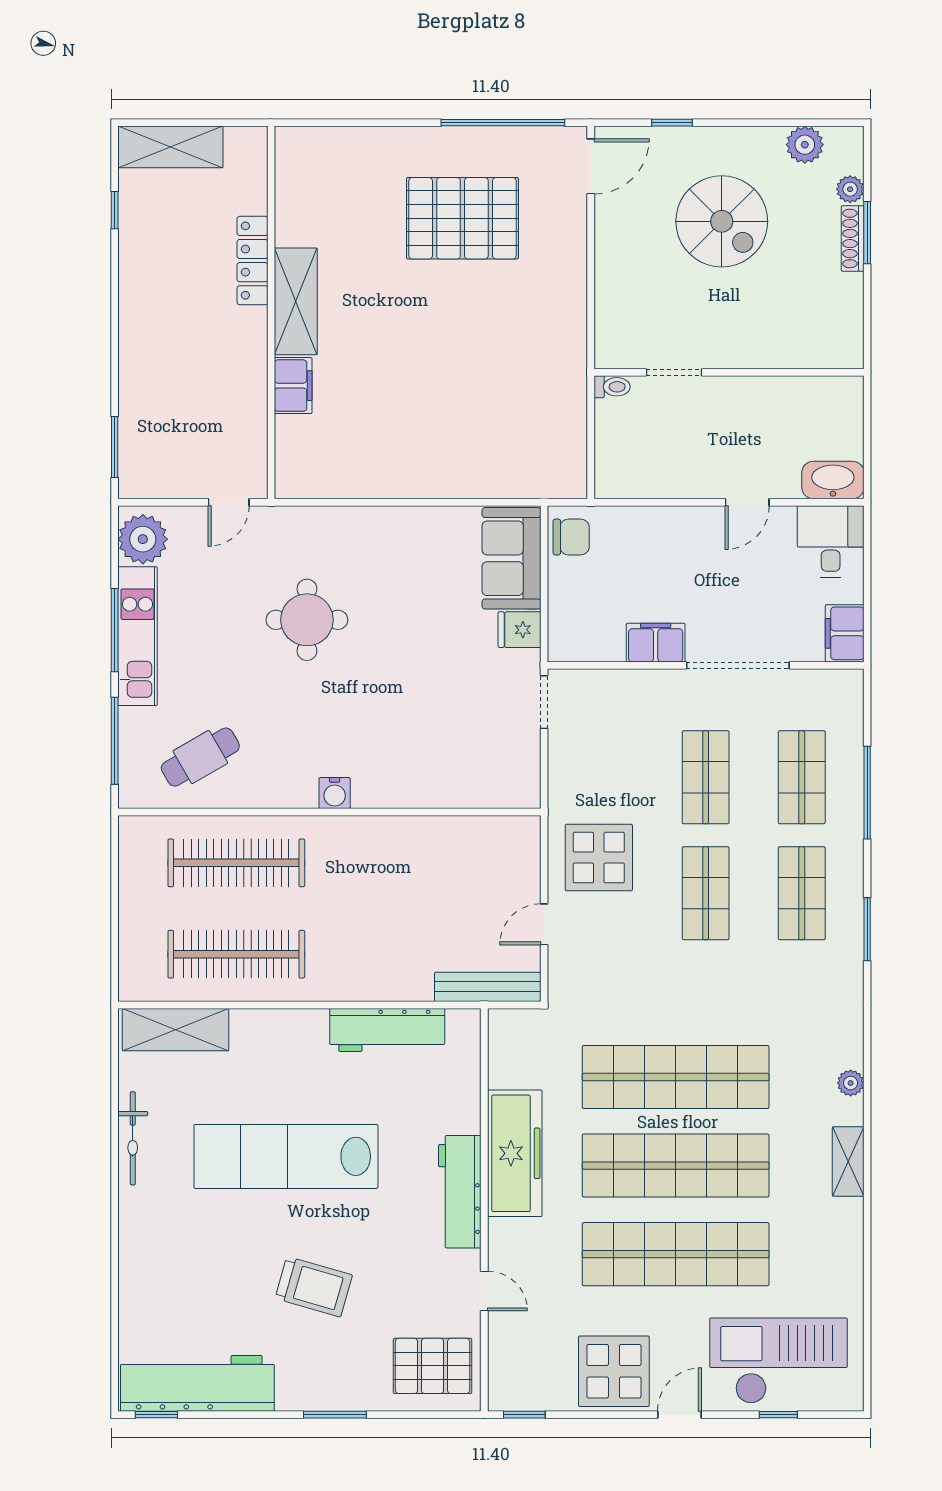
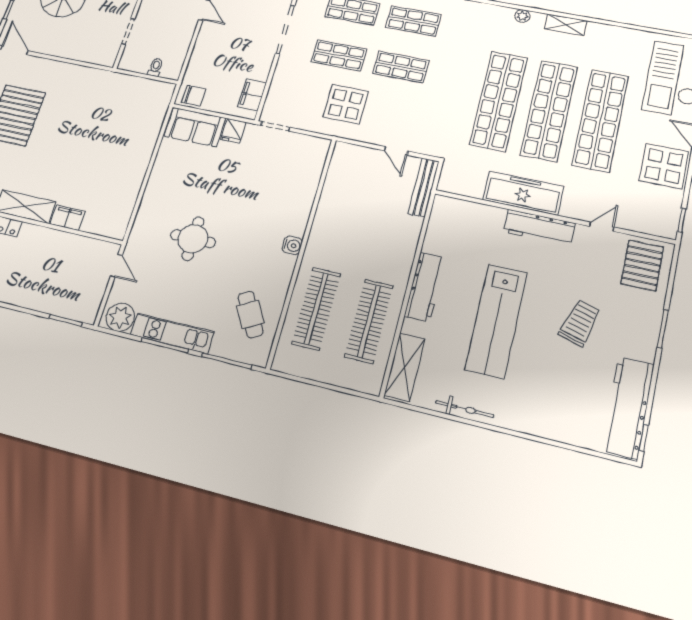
toilet: (612, 387) -> (155, 67), moved
chair: (571, 537) -> (194, 96), turned 90
filing cabinet: (656, 643) -> (252, 95), moved
display table: (599, 858) -> (346, 104), moved
workbench: (387, 1030) -> (425, 287), moved

